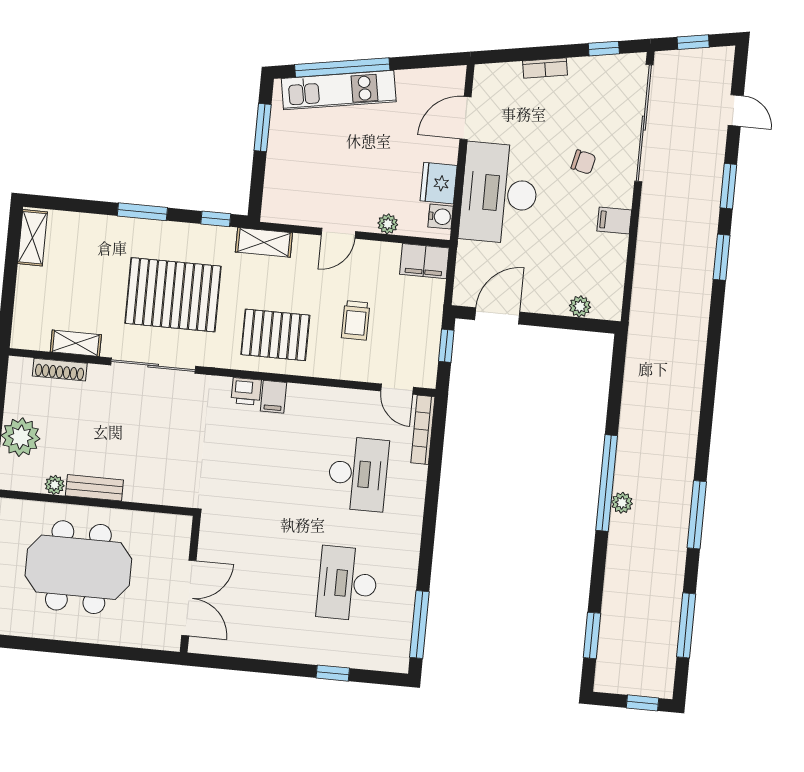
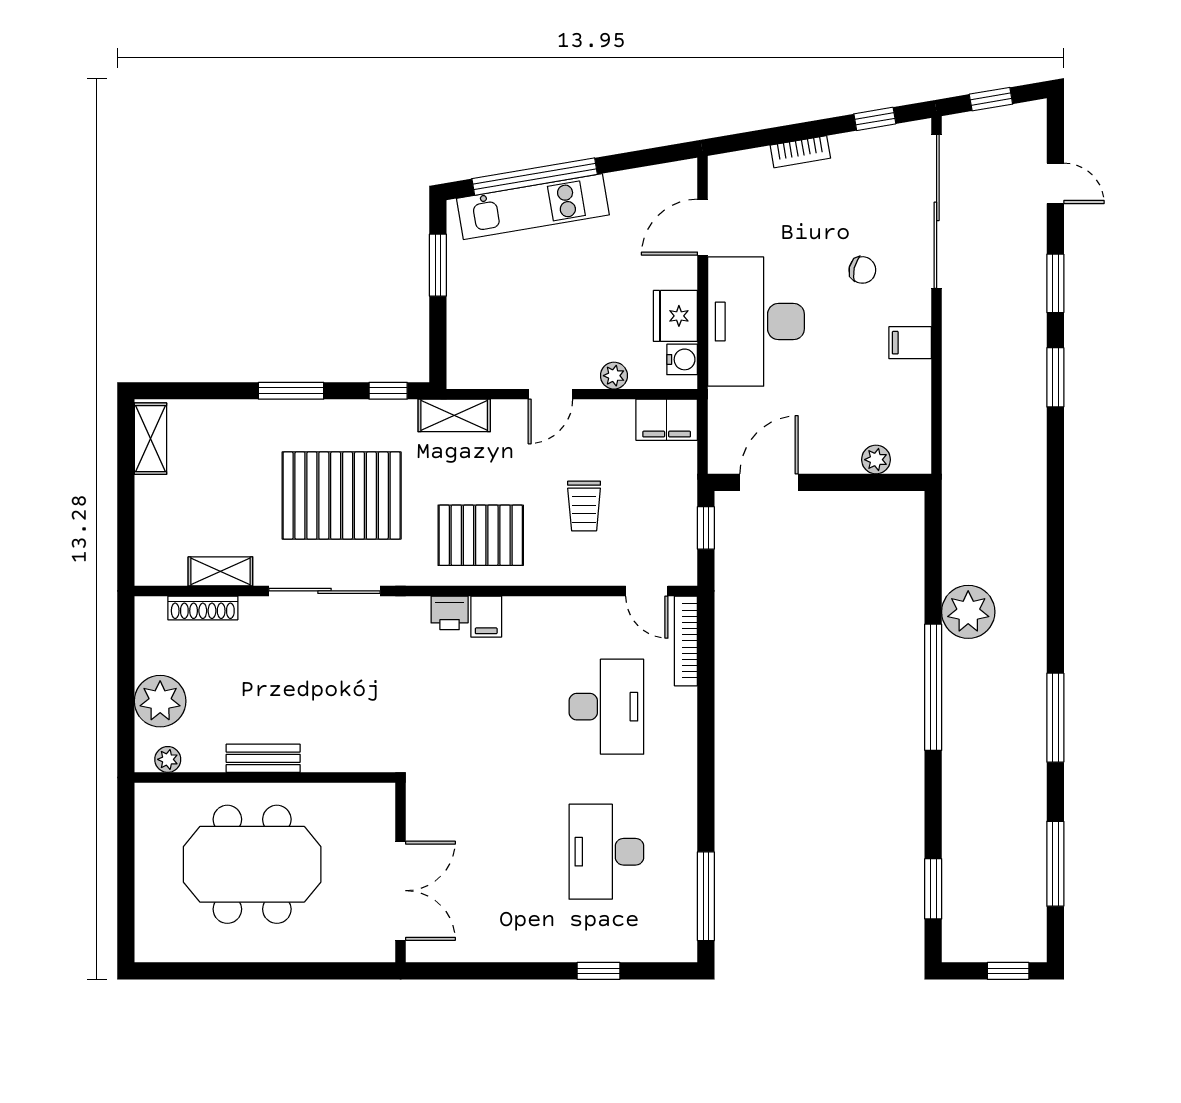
plant: (55, 485) -> (168, 759), moved
plant: (622, 503) -> (968, 612), moved, width x1.88, depth x1.88

